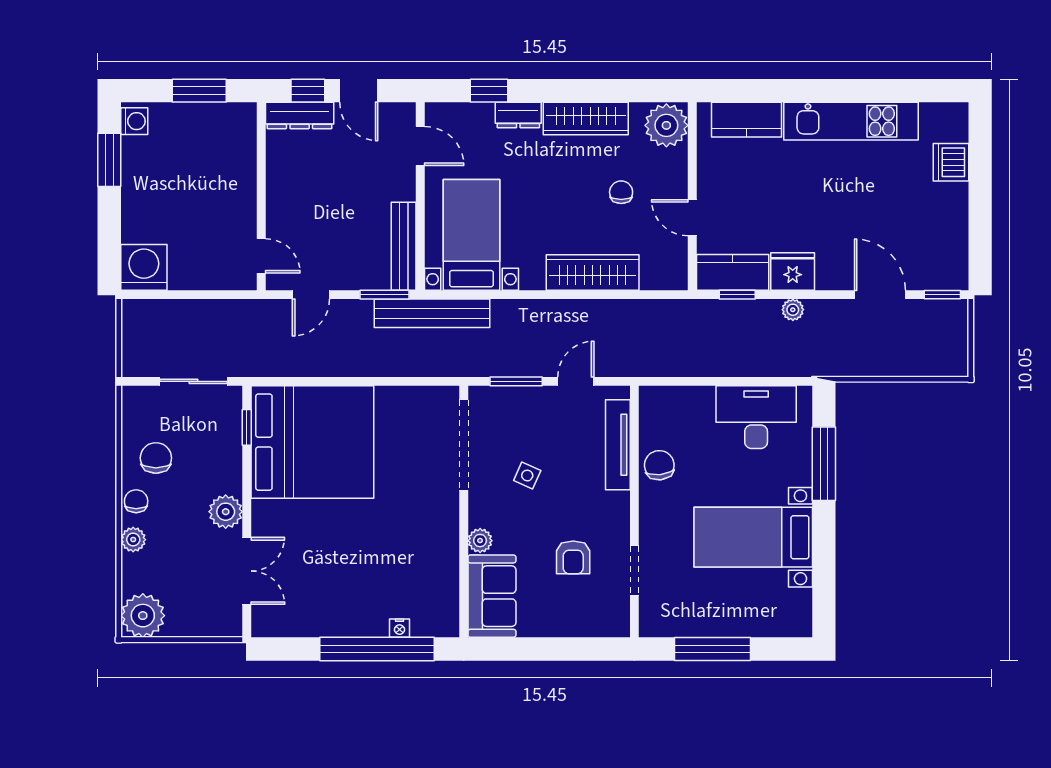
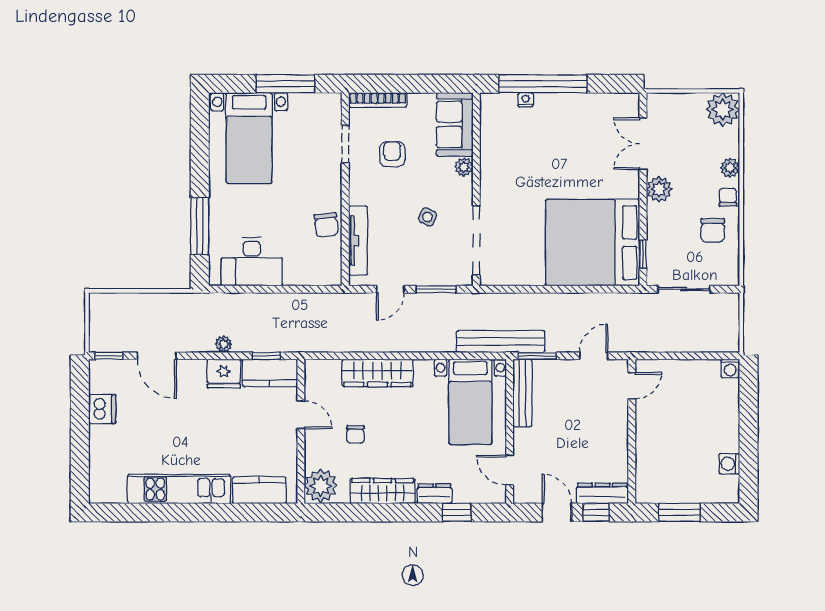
washing machine: (134, 121) -> (729, 464), moved
window: (109, 160) -> (748, 459), removed
dishwasher: (951, 162) -> (102, 409), moved
door: (261, 256) -> (632, 386), swing flipped
washing machine: (144, 267) -> (730, 369), width x0.53, depth x0.53
chair: (136, 501) -> (728, 197), turned 180
bed with nightstands: (753, 537) -> (249, 138), moved, turned 90
bookcase: (592, 628) -> (378, 100), added

